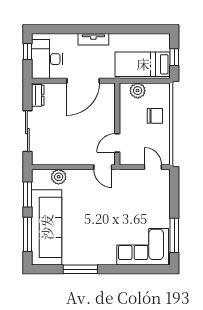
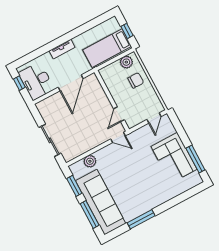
plant: (138, 91) -> (126, 62), moved
dresser: (38, 95) -> (44, 111), removed
door: (153, 167) -> (154, 118), swing flipped
corner sofa: (143, 247) -> (174, 158), moved, turned -90

